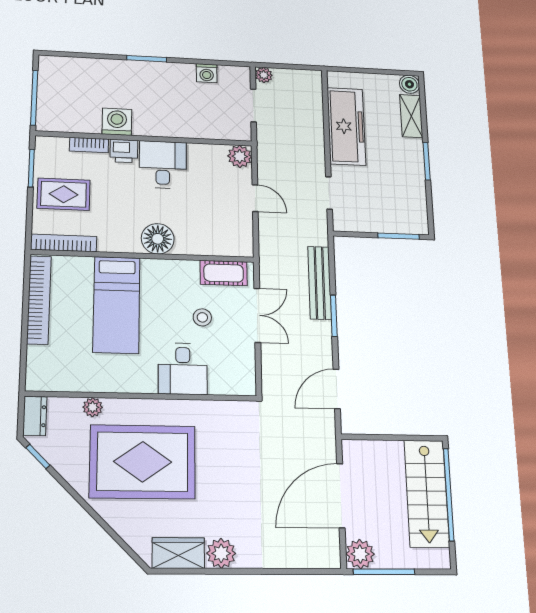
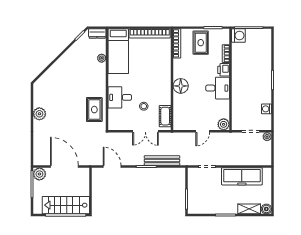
washing machine: (117, 122) -> (238, 36), moved
bed: (117, 305) -> (118, 51), moved, turned -90
rug: (143, 462) -> (94, 110), moved, width x0.54, depth x0.49
wardrobe: (178, 553) -> (40, 96), removed

